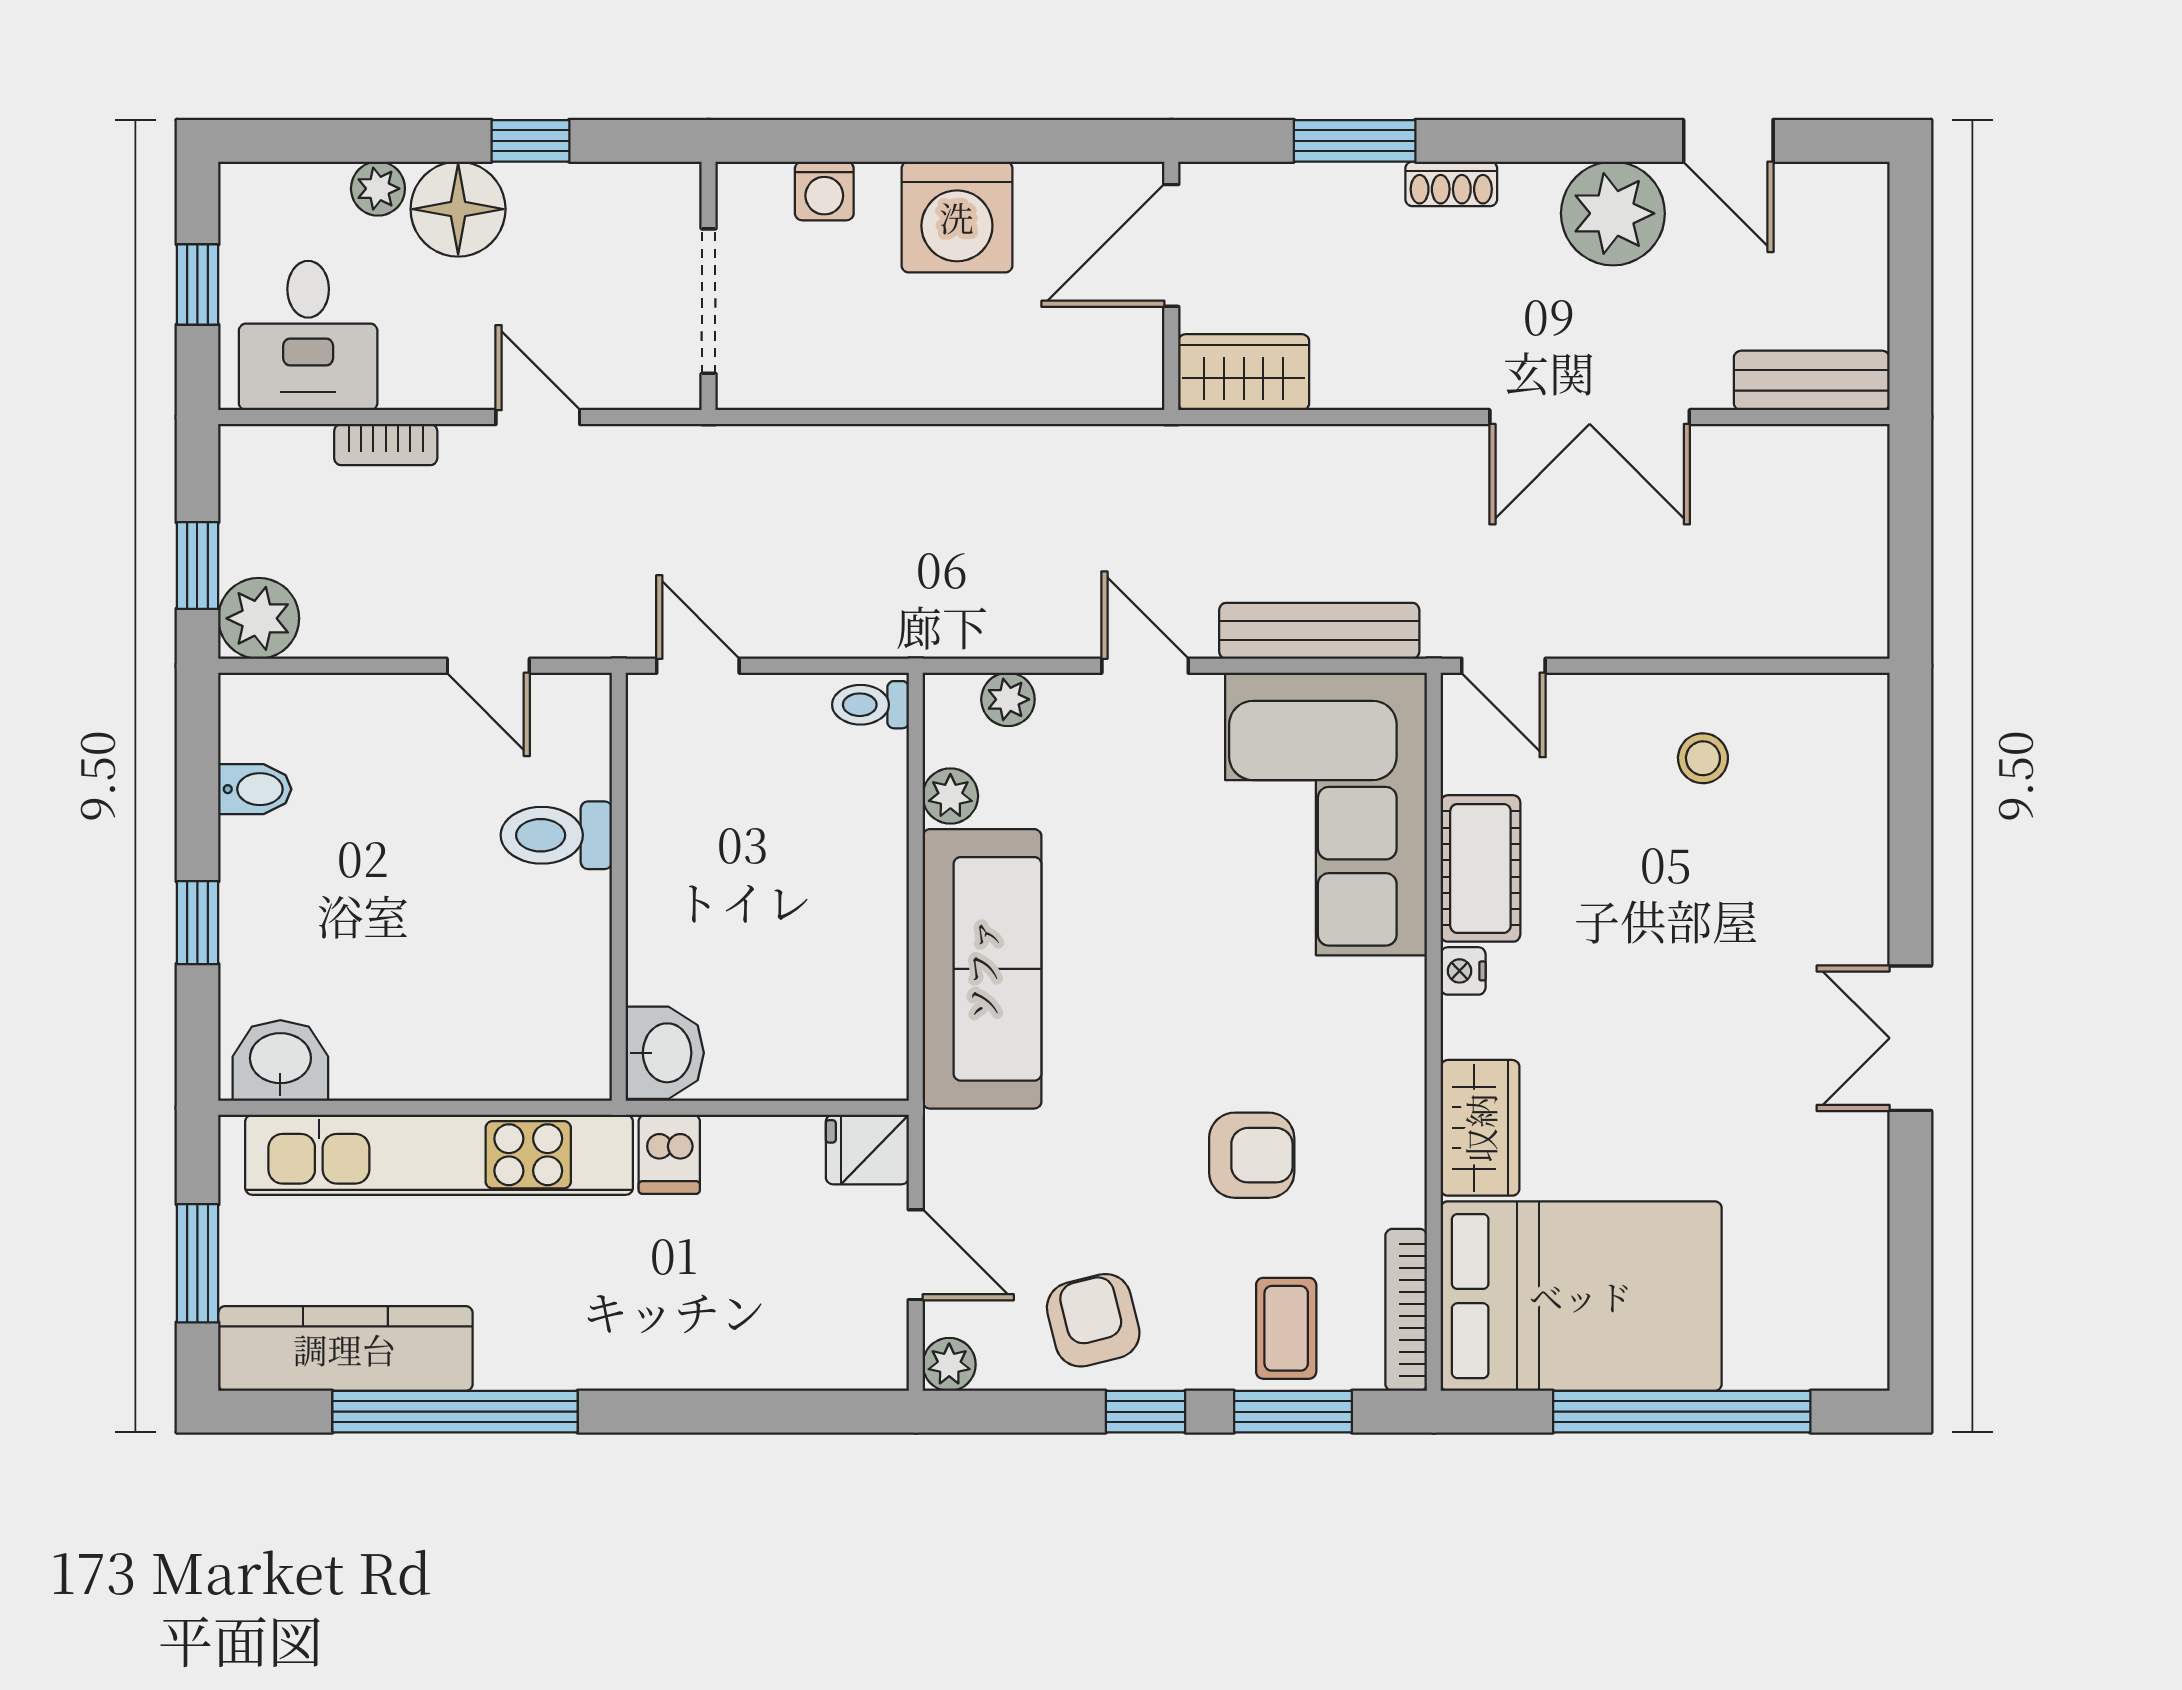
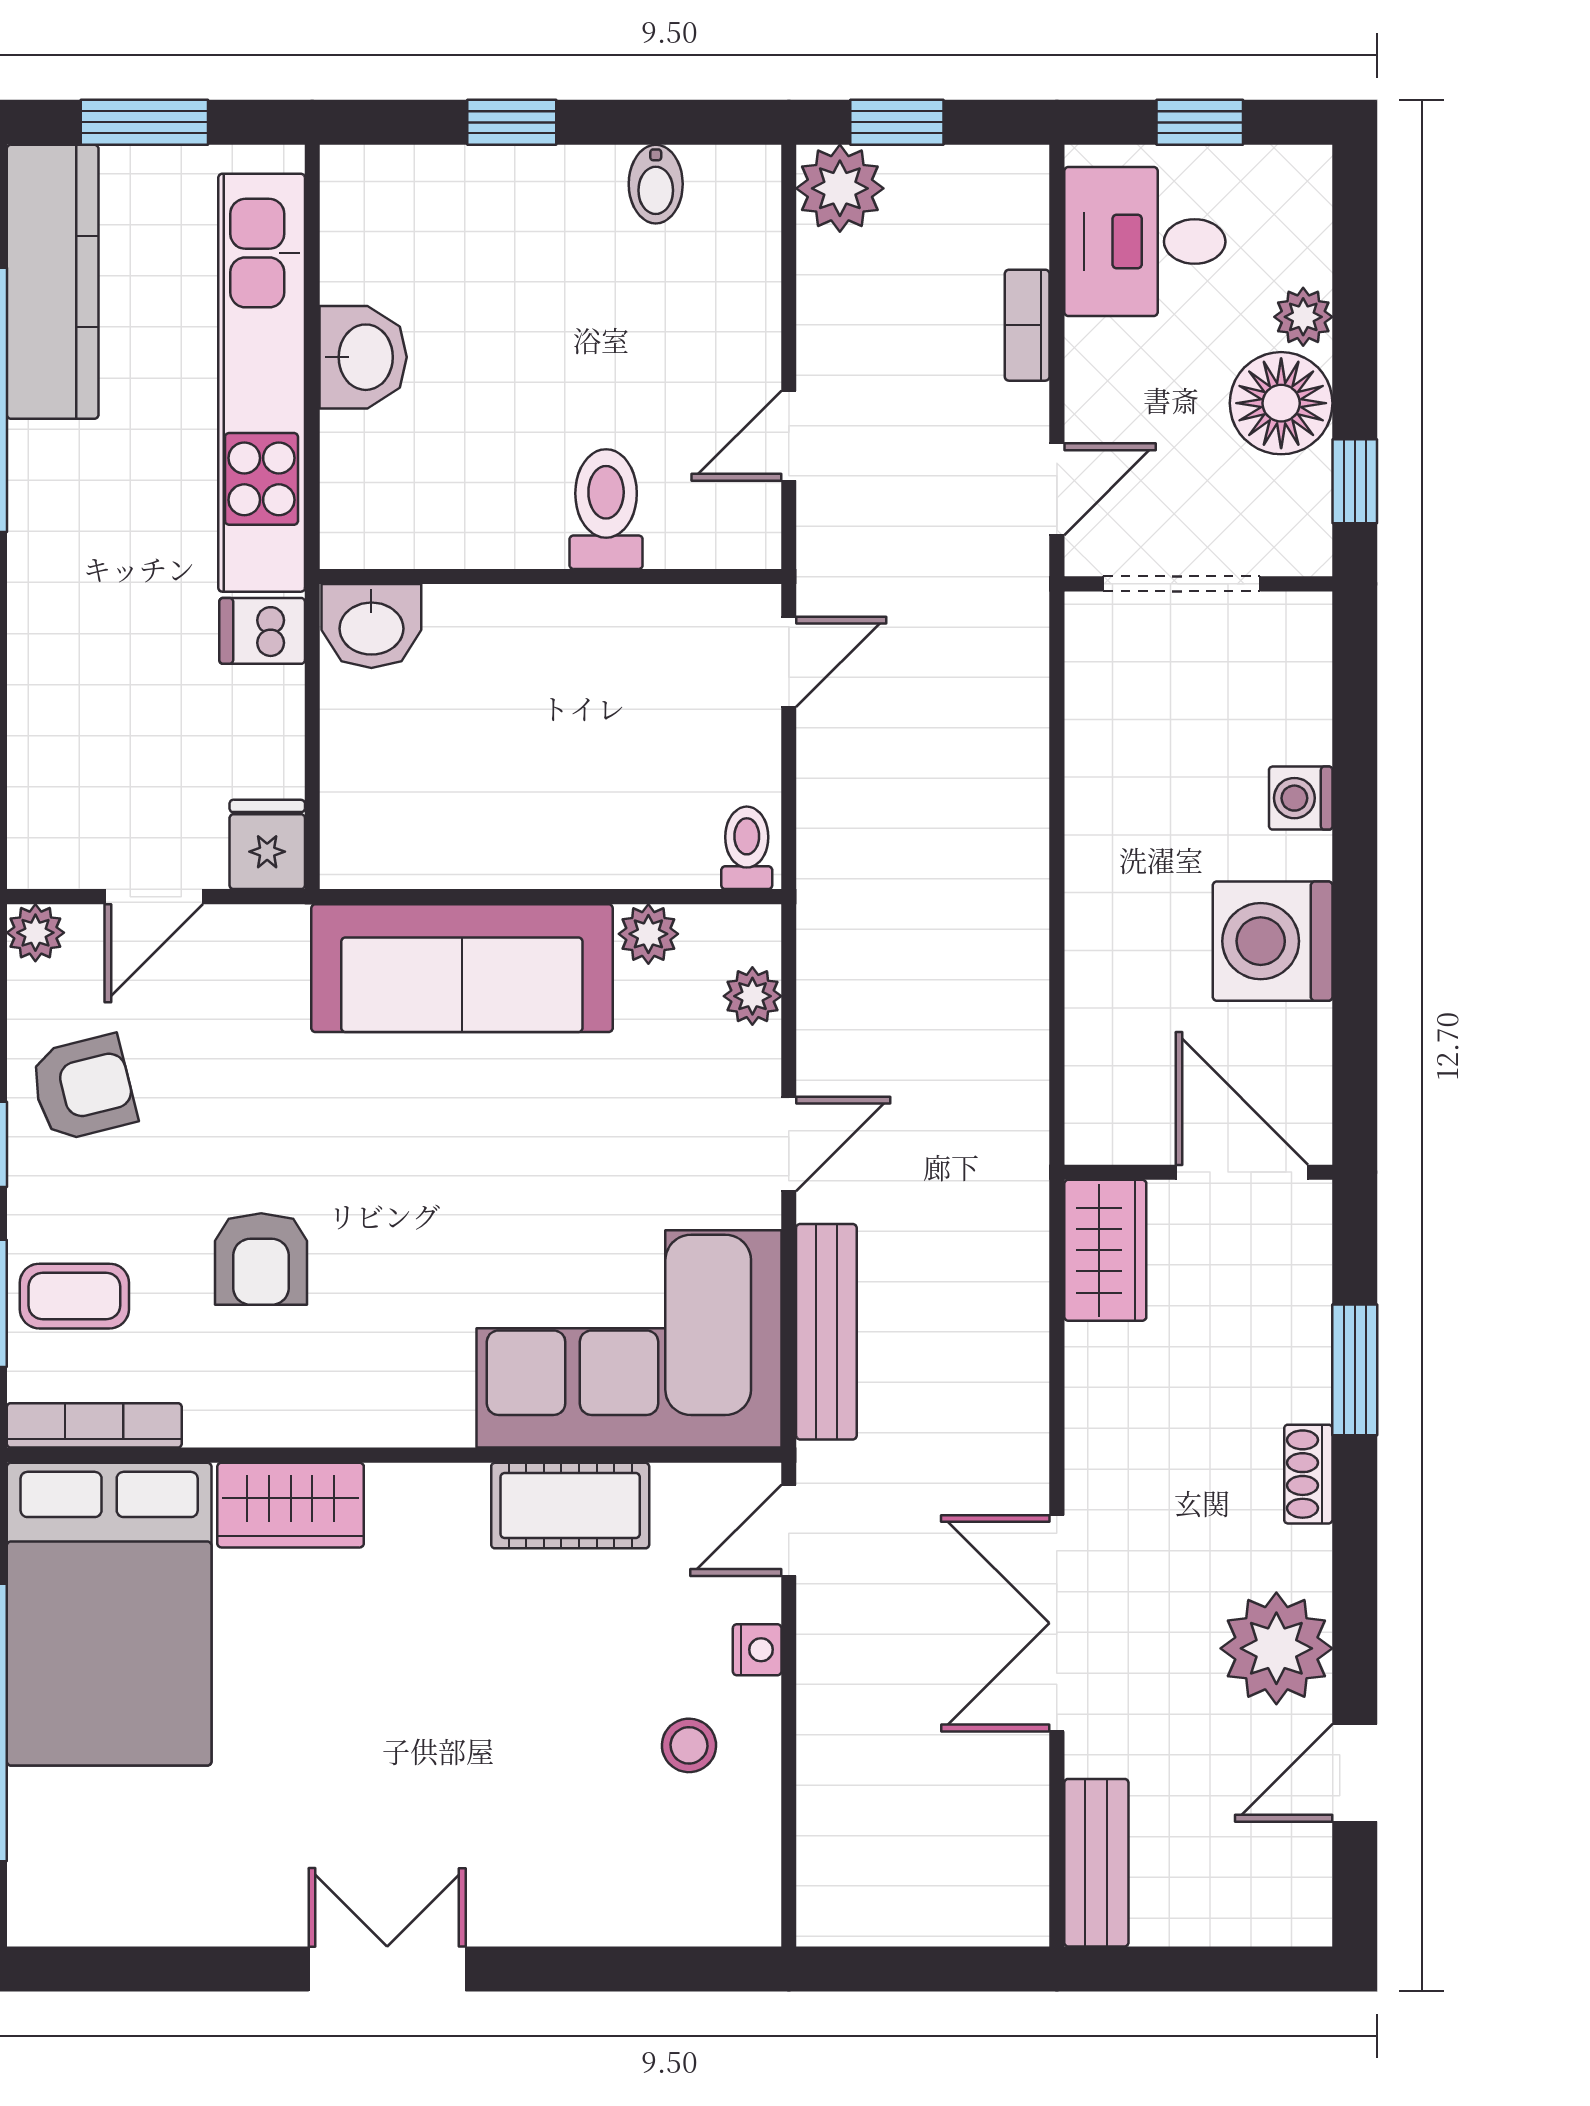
wall: (709, 286) -> (1198, 584), moved
doorway: (709, 301) -> (1182, 584), moved
nightstand: (1463, 971) -> (757, 1650), moved, turned 90
washbasin: (280, 1061) -> (363, 357), moved

